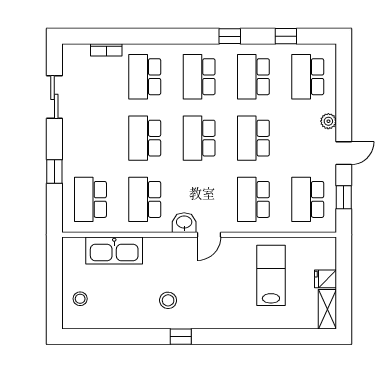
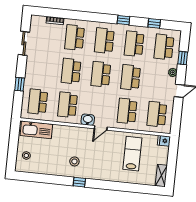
window: (344, 197) -> (183, 58), moved
kitchen sink: (114, 251) -> (36, 130), moved
fridge: (325, 279) -> (164, 141), moved

